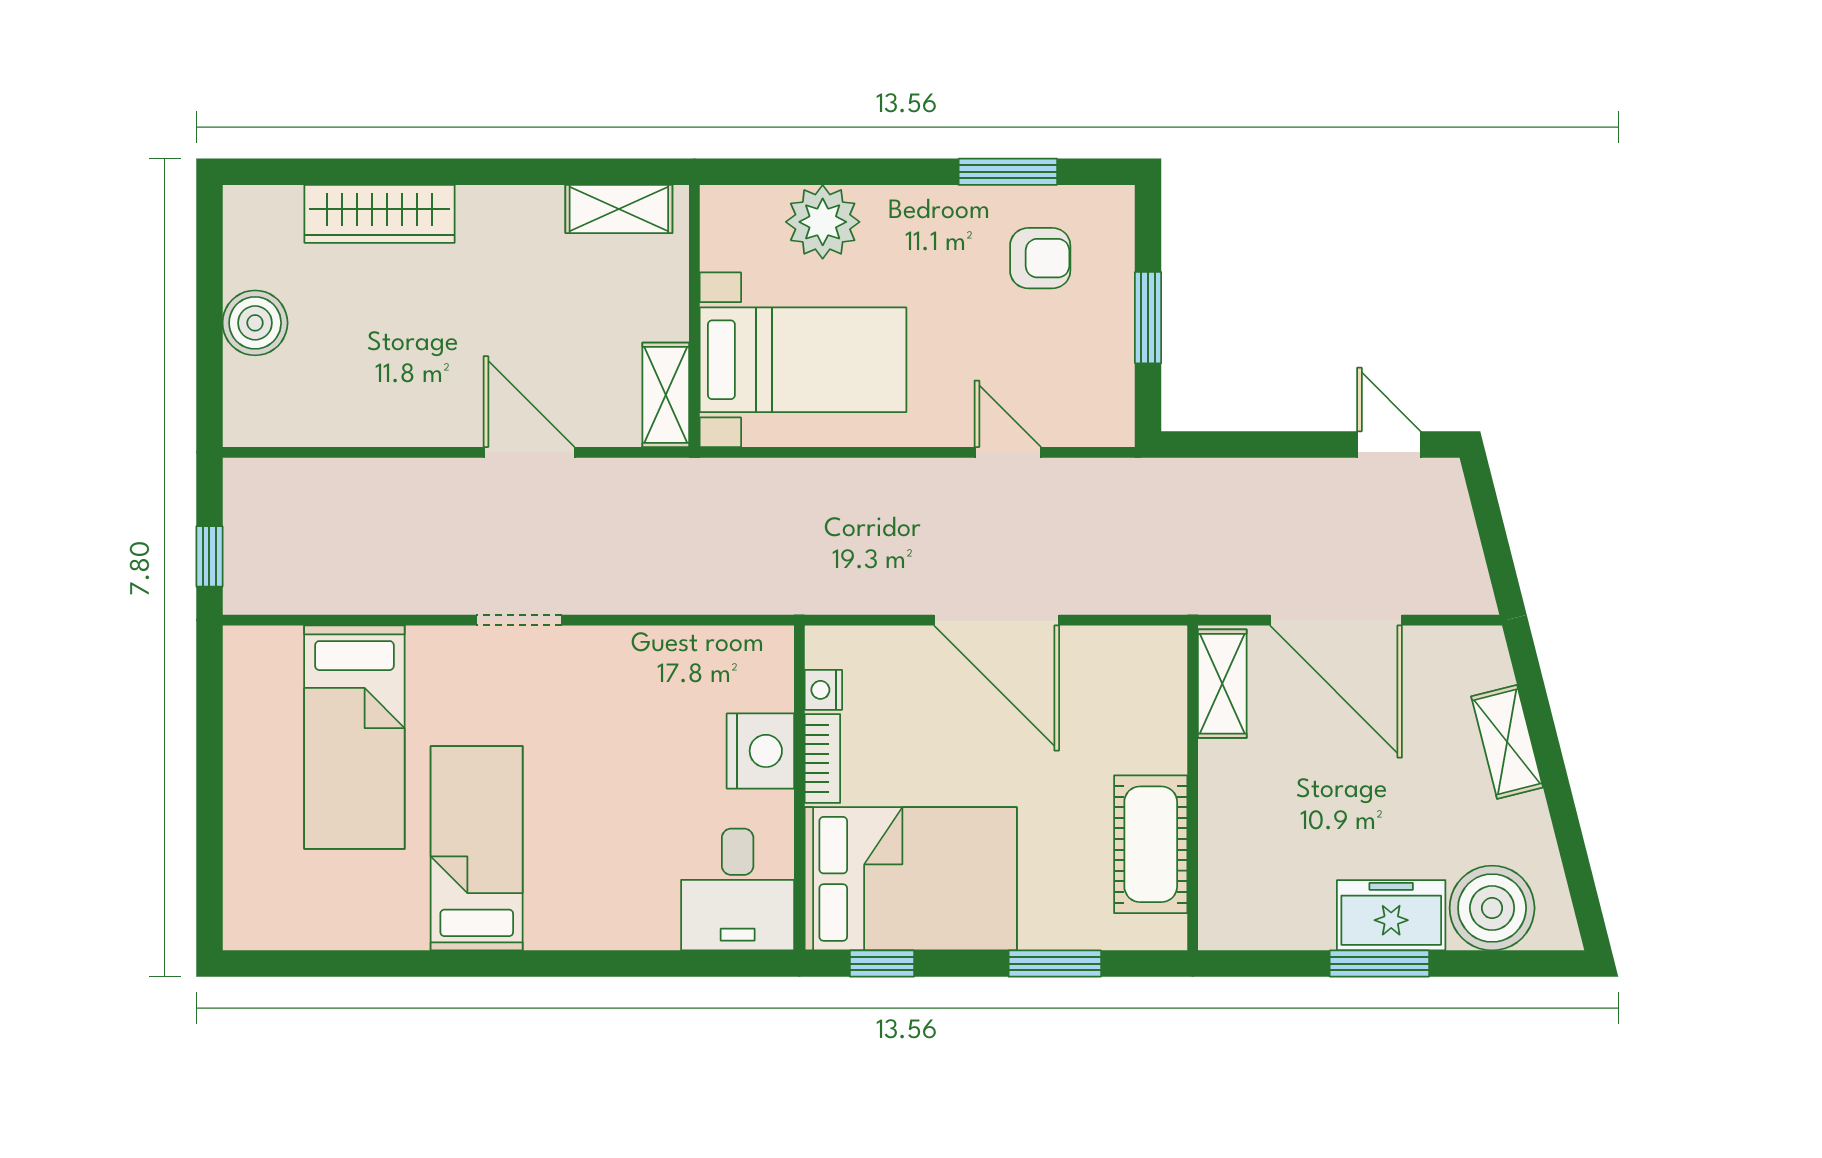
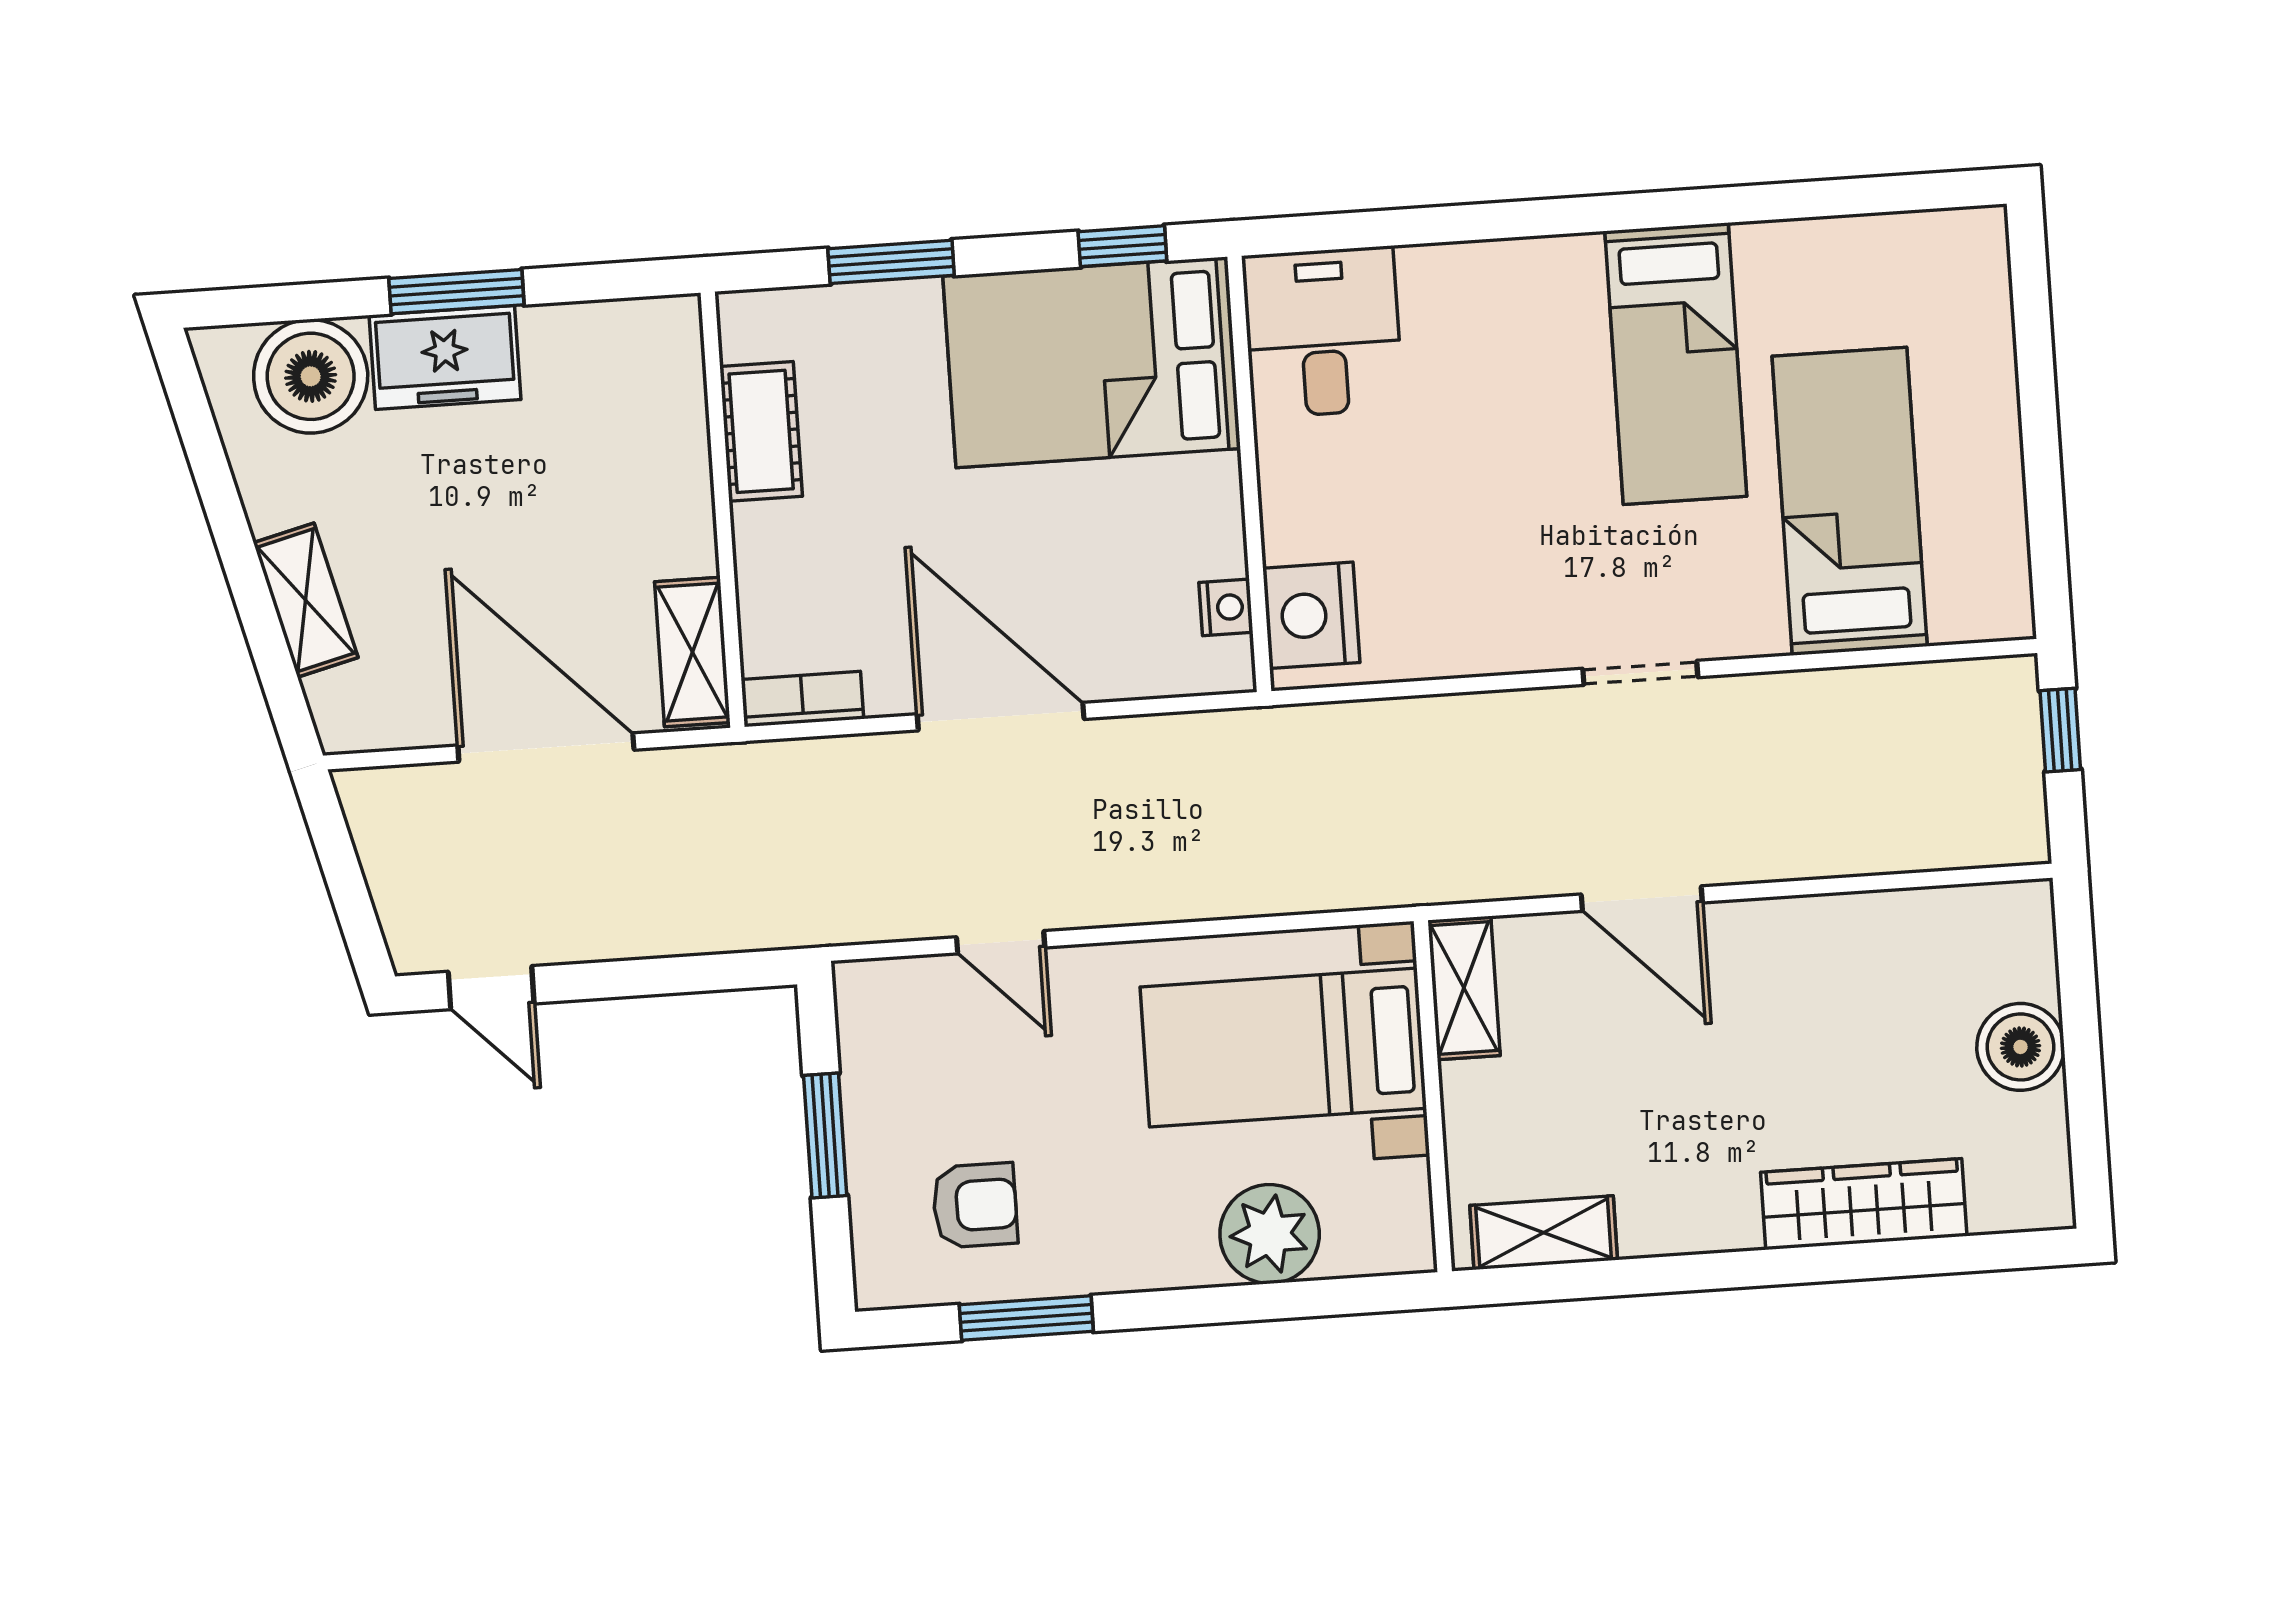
armchair: (1040, 258) -> (975, 1205), turned 180
nightstand: (760, 751) -> (1311, 615), moved
bookcase: (822, 758) -> (802, 699), moved, turned 90
cot: (1151, 844) -> (761, 431), width x0.73, depth x0.75

